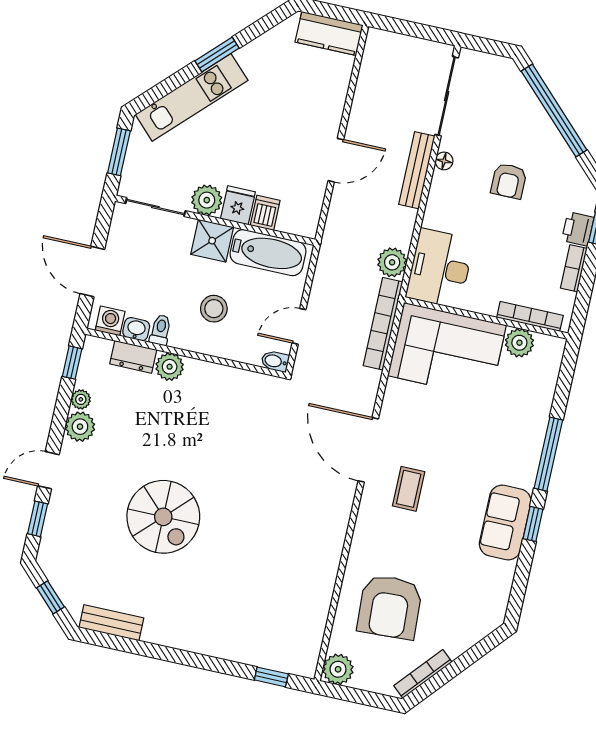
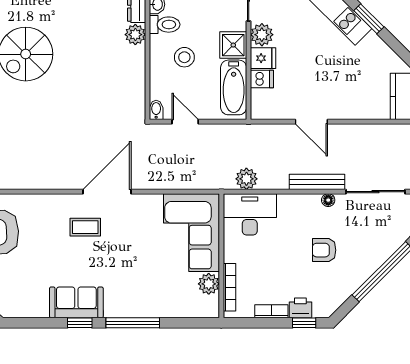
bookcase: (383, 324) -> (201, 182), removed
toilet: (160, 330) -> (165, 25), width x1.37, depth x1.39

